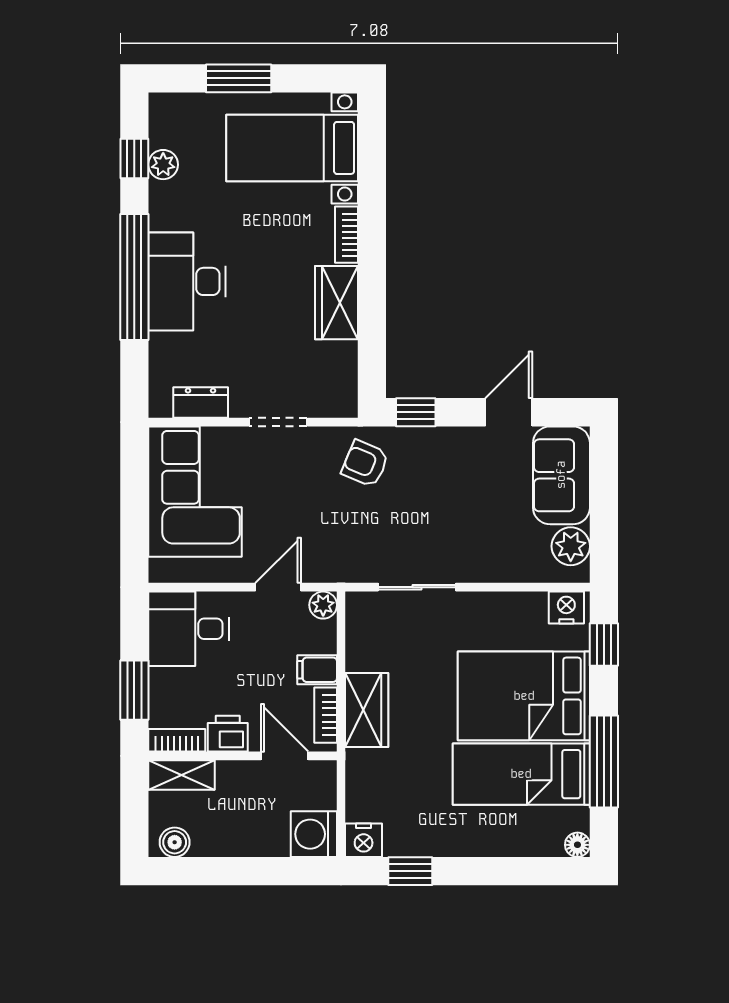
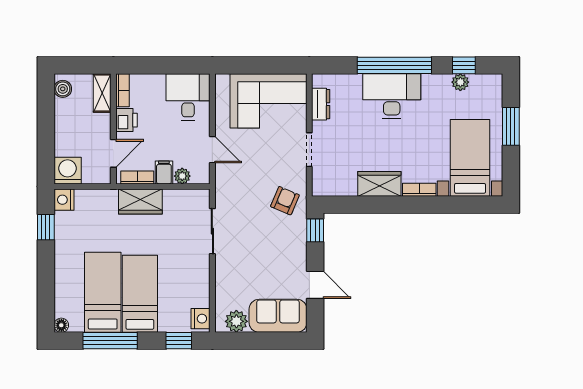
plant: (323, 605) -> (182, 176), moved
window: (134, 690) -> (152, 65), removed
bed: (524, 696) -> (140, 294), width x0.67

